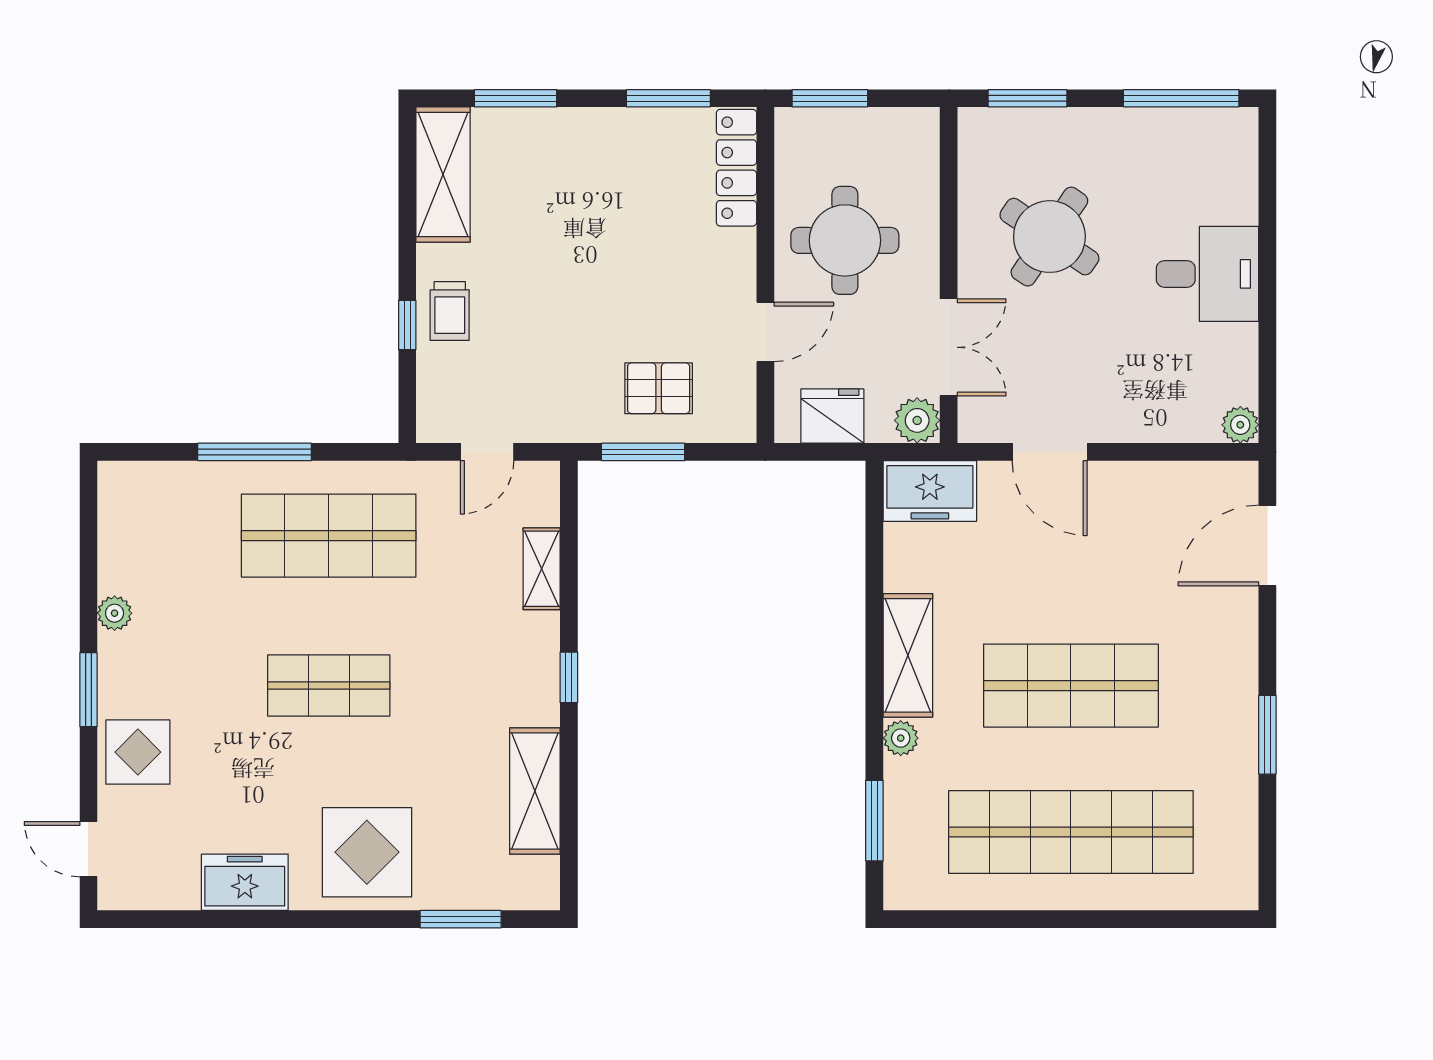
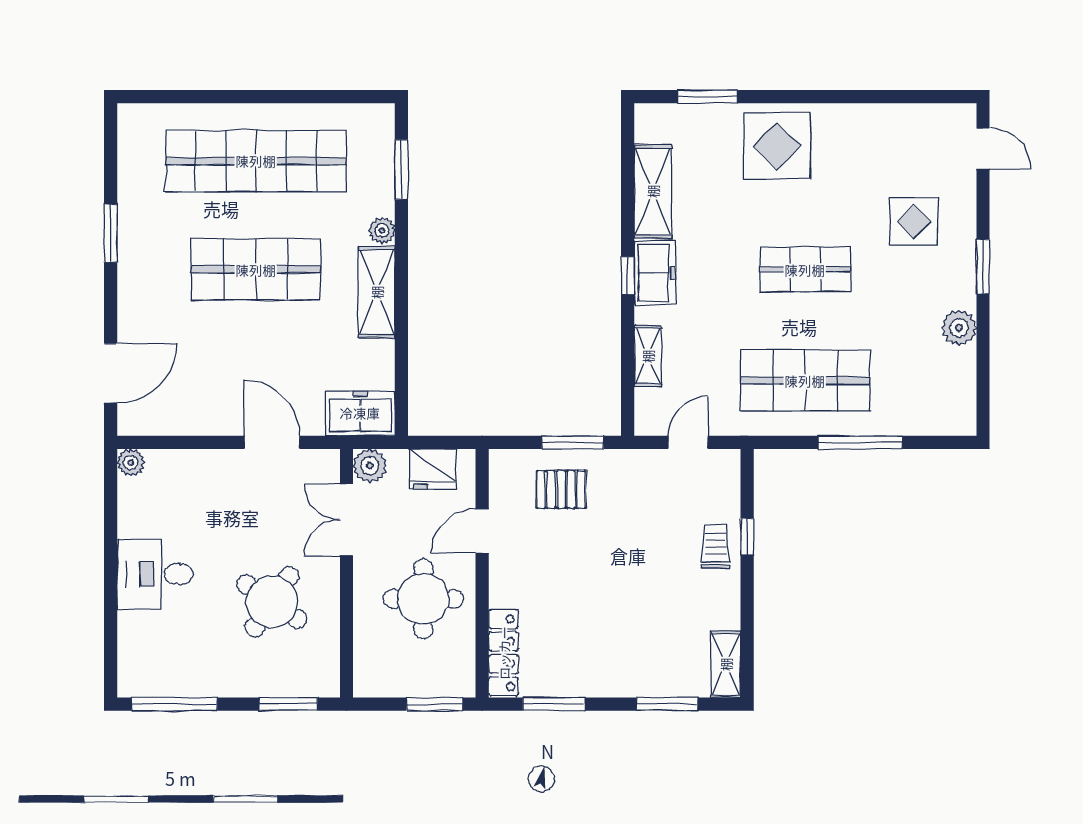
shelving: (443, 175) -> (726, 664), width x0.67, depth x0.75
plant: (115, 613) -> (959, 328), width x1.38, depth x1.38
display table: (138, 752) -> (914, 221), moved
freezer: (245, 882) -> (655, 273), moved, turned -90

